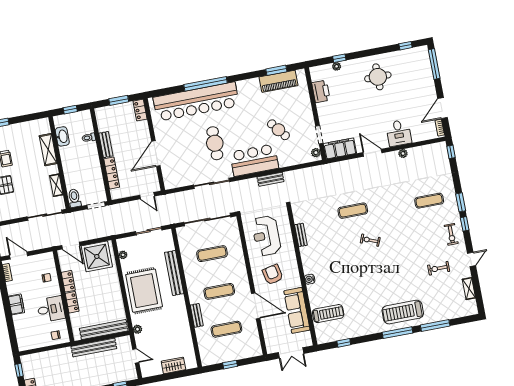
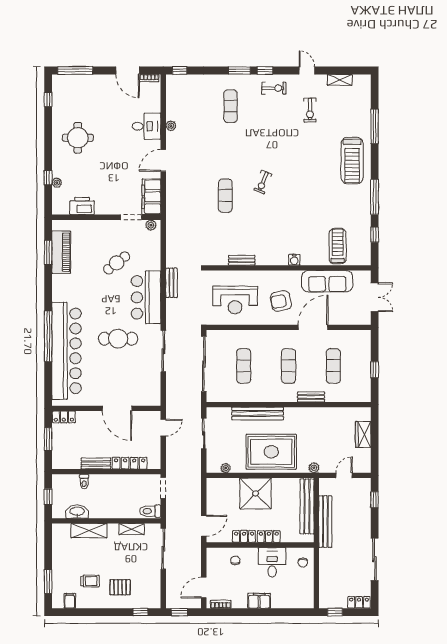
shower: (97, 256) -> (255, 493), moved
window: (397, 333) -> (375, 197), moved

